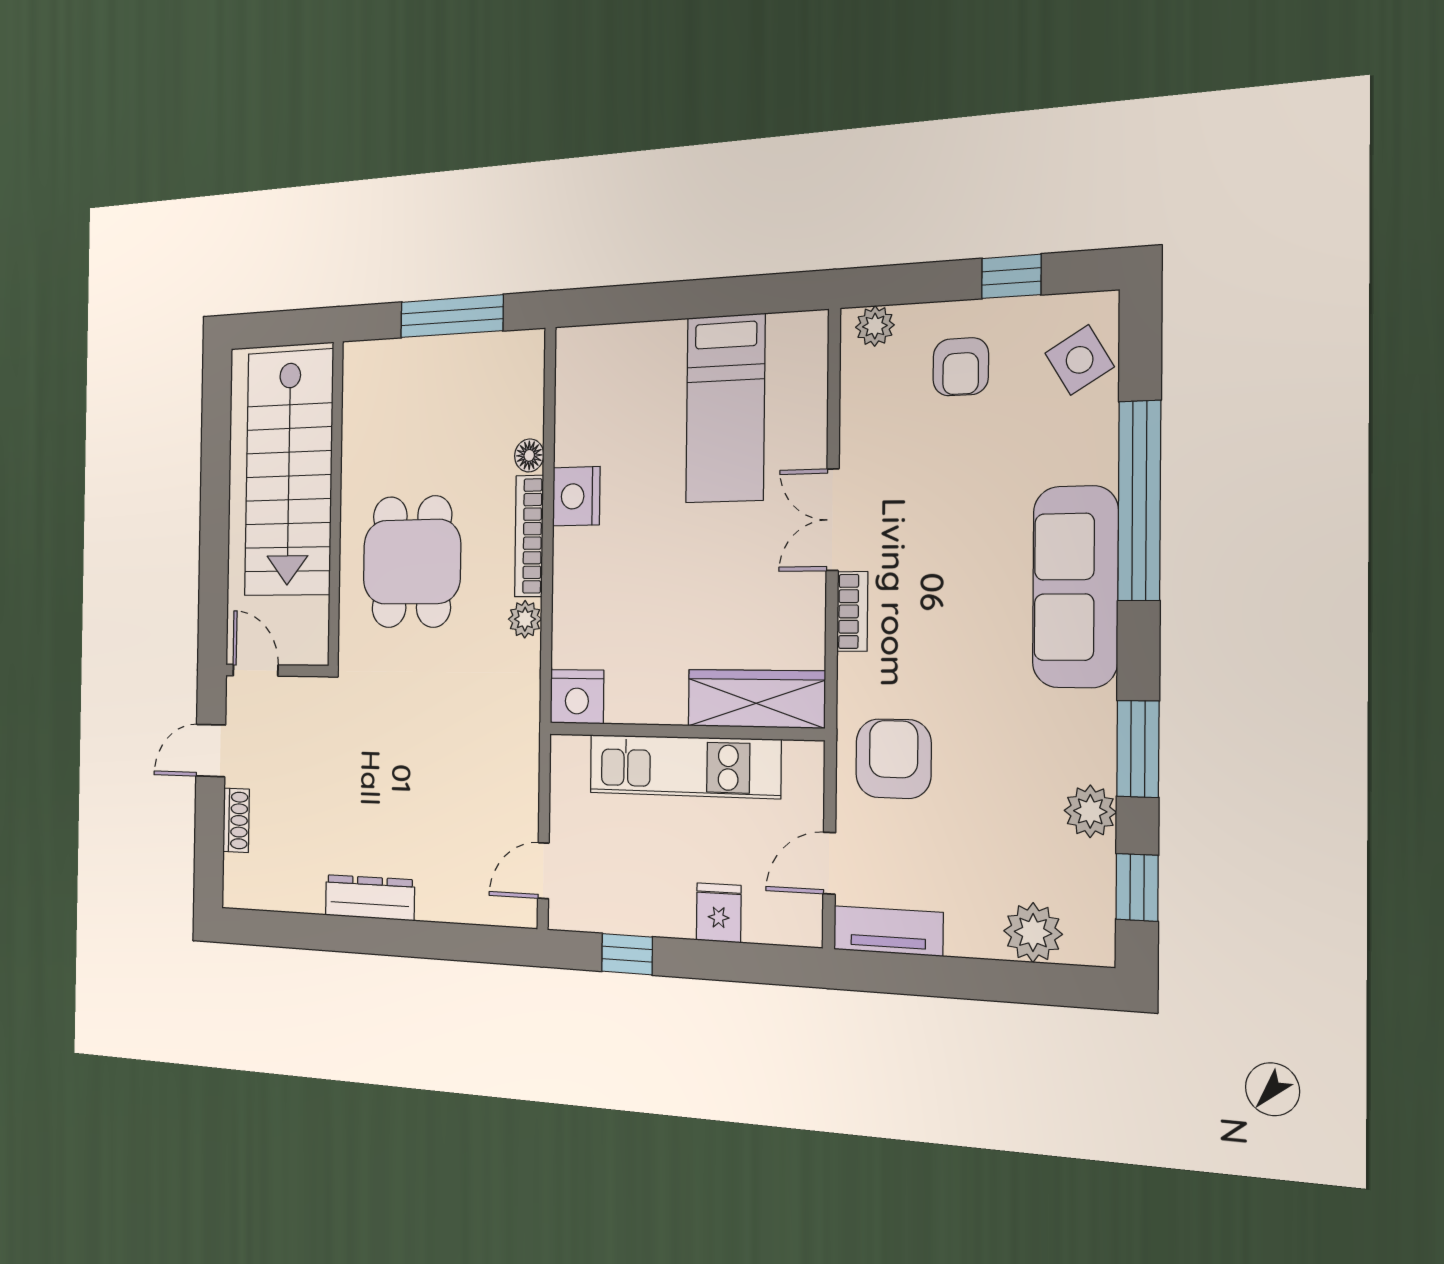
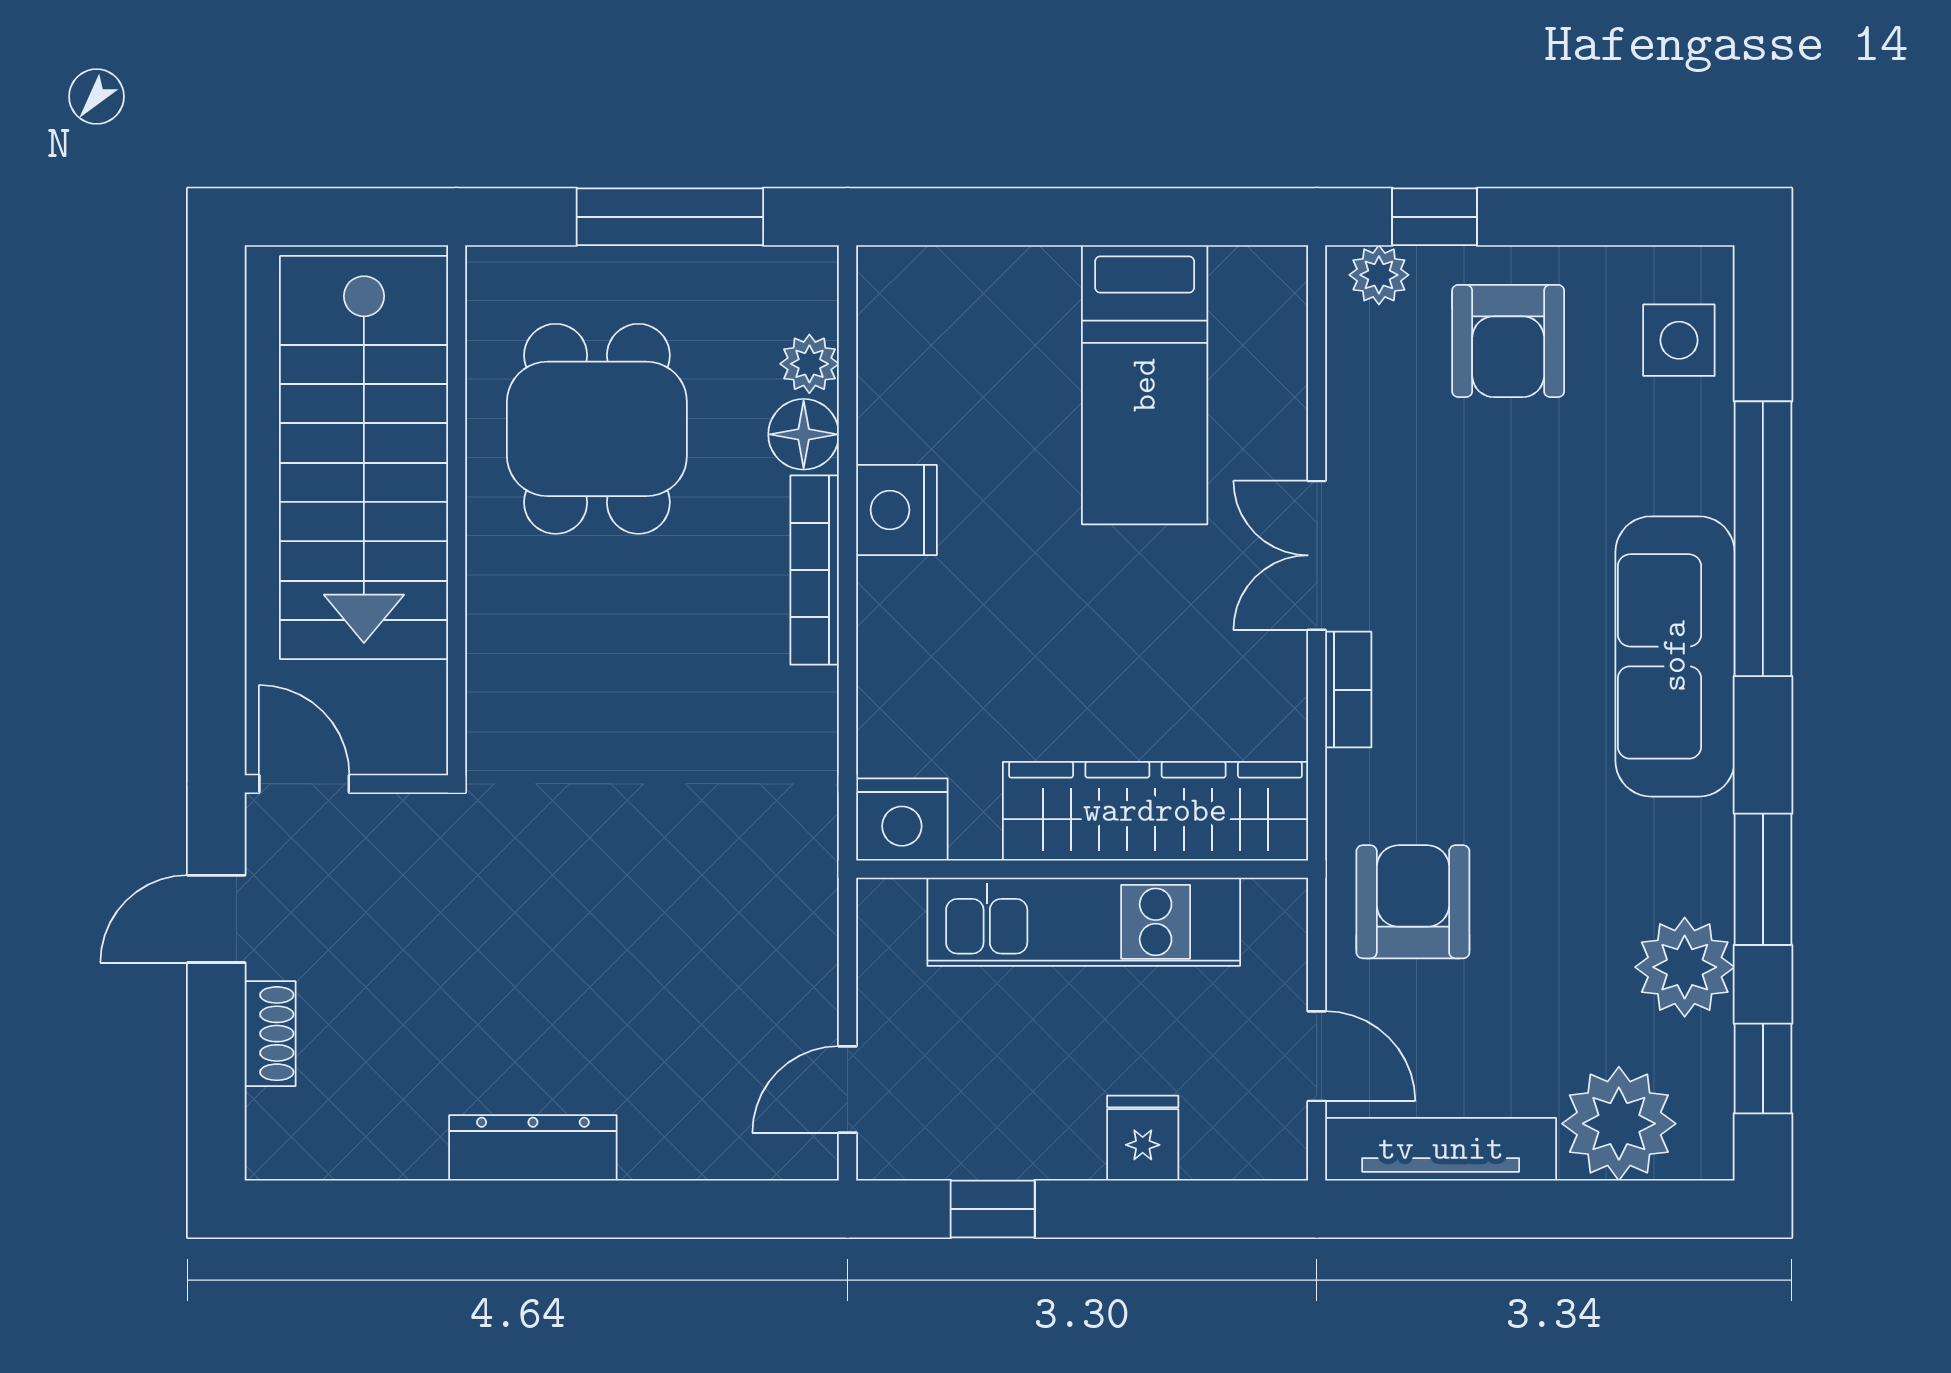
window: (1011, 276) -> (1434, 217), moved
side table: (1080, 360) -> (1679, 340), turned 31
armchair: (961, 367) -> (1508, 341), width x1.38, depth x1.38
floor lamp: (529, 455) -> (804, 434), width x1.37, depth x1.37
dining table: (412, 562) -> (597, 429), moved
plant: (525, 619) -> (809, 364), moved
wardrobe: (756, 699) -> (1155, 811), width x1.40, depth x1.17
plant: (1090, 811) -> (1685, 967), width x1.36, depth x1.36
door: (829, 863) -> (1317, 1056), swing flipped
tv unit: (888, 931) -> (1441, 1149), width x1.41
plant: (1033, 933) -> (1619, 1124), width x1.36, depth x1.36

